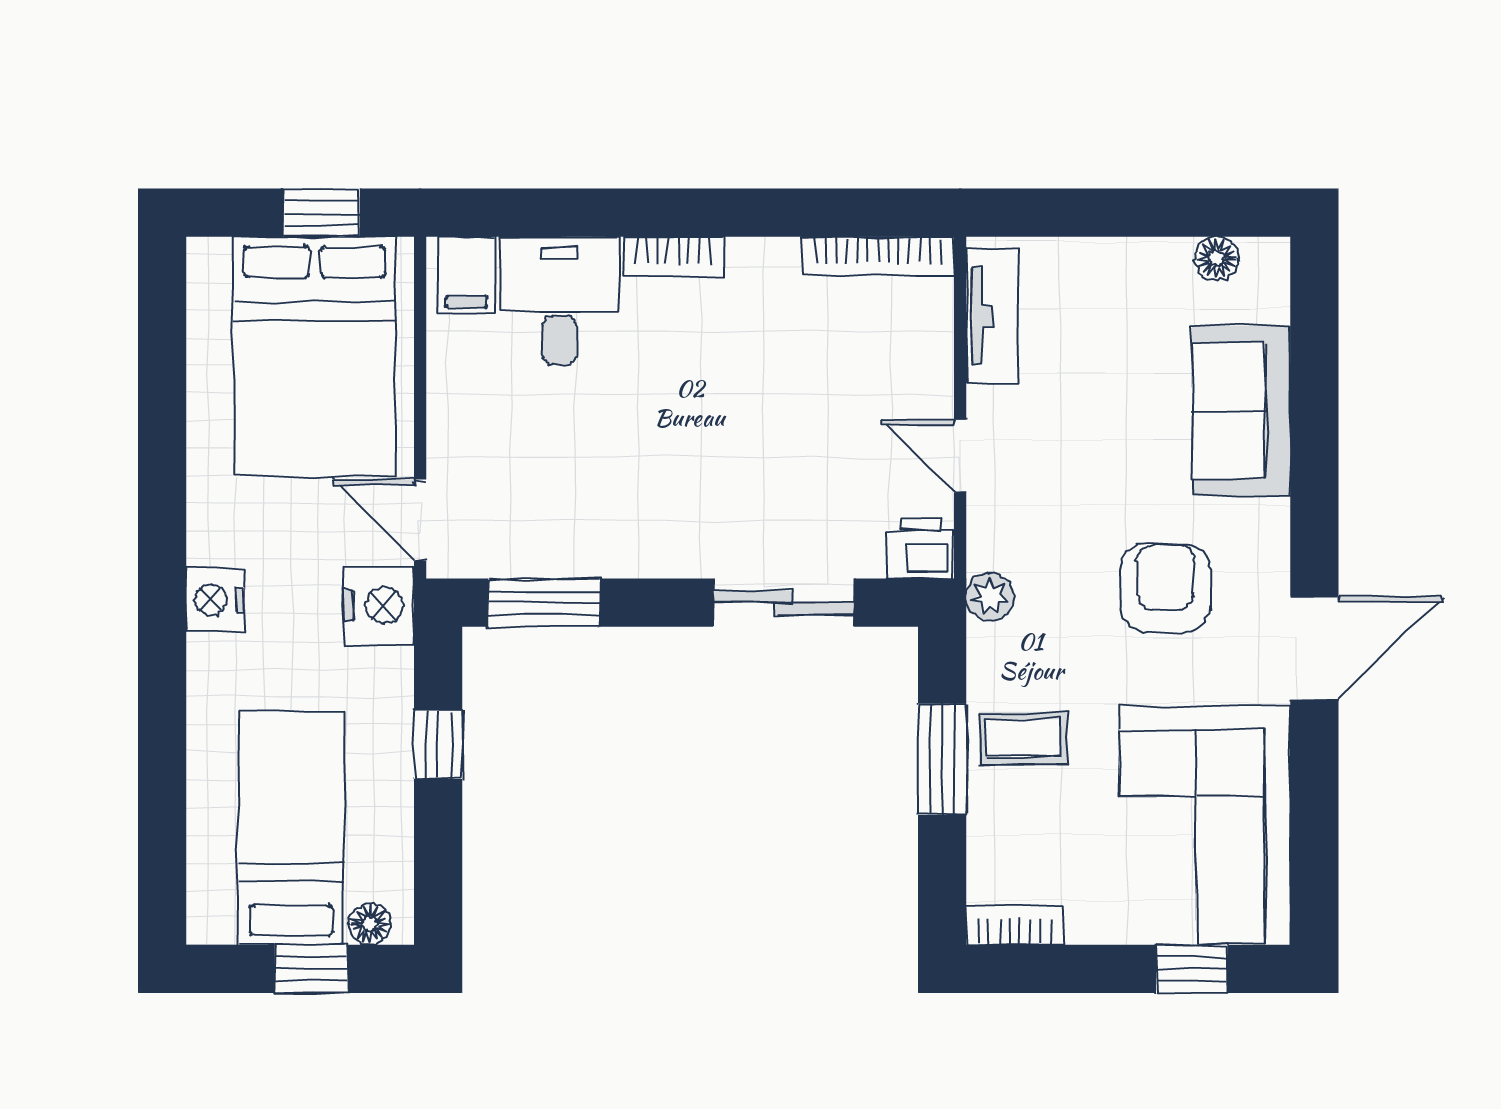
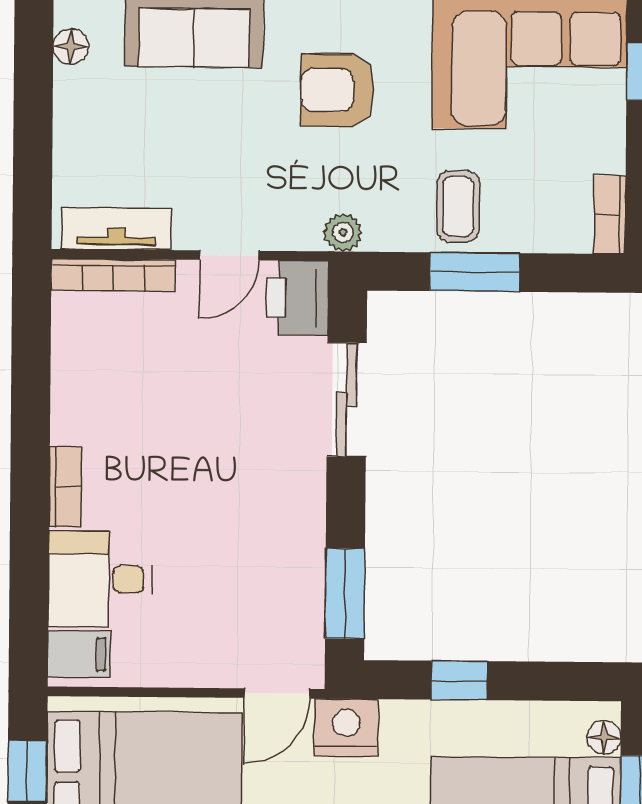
bookcase: (878, 256) -> (113, 275), moved, turned 90
printer: (921, 548) -> (297, 298), width x1.36, depth x1.24

